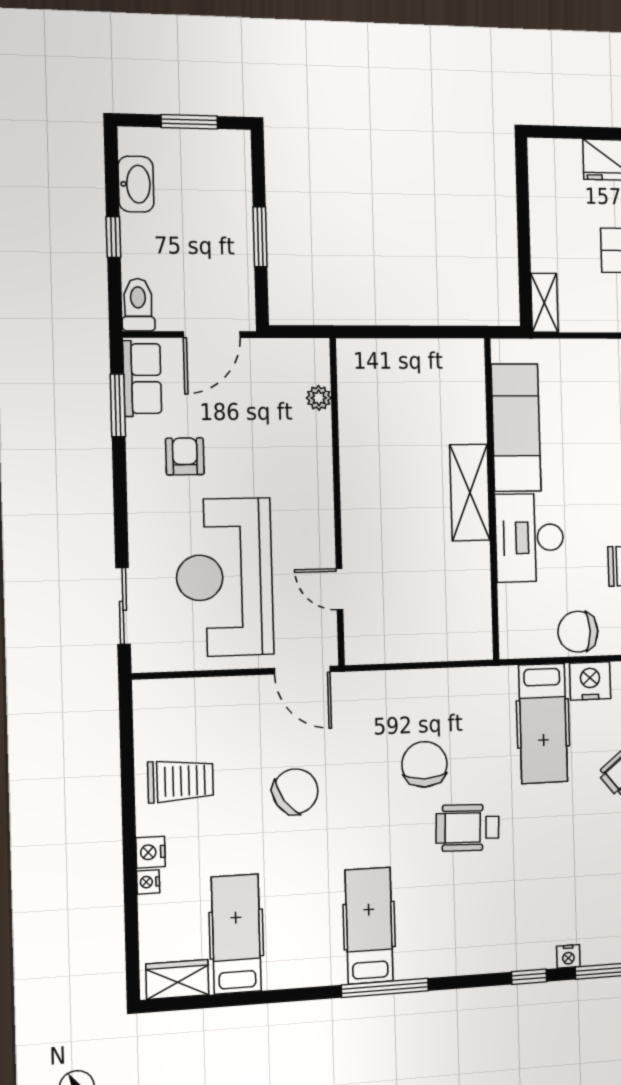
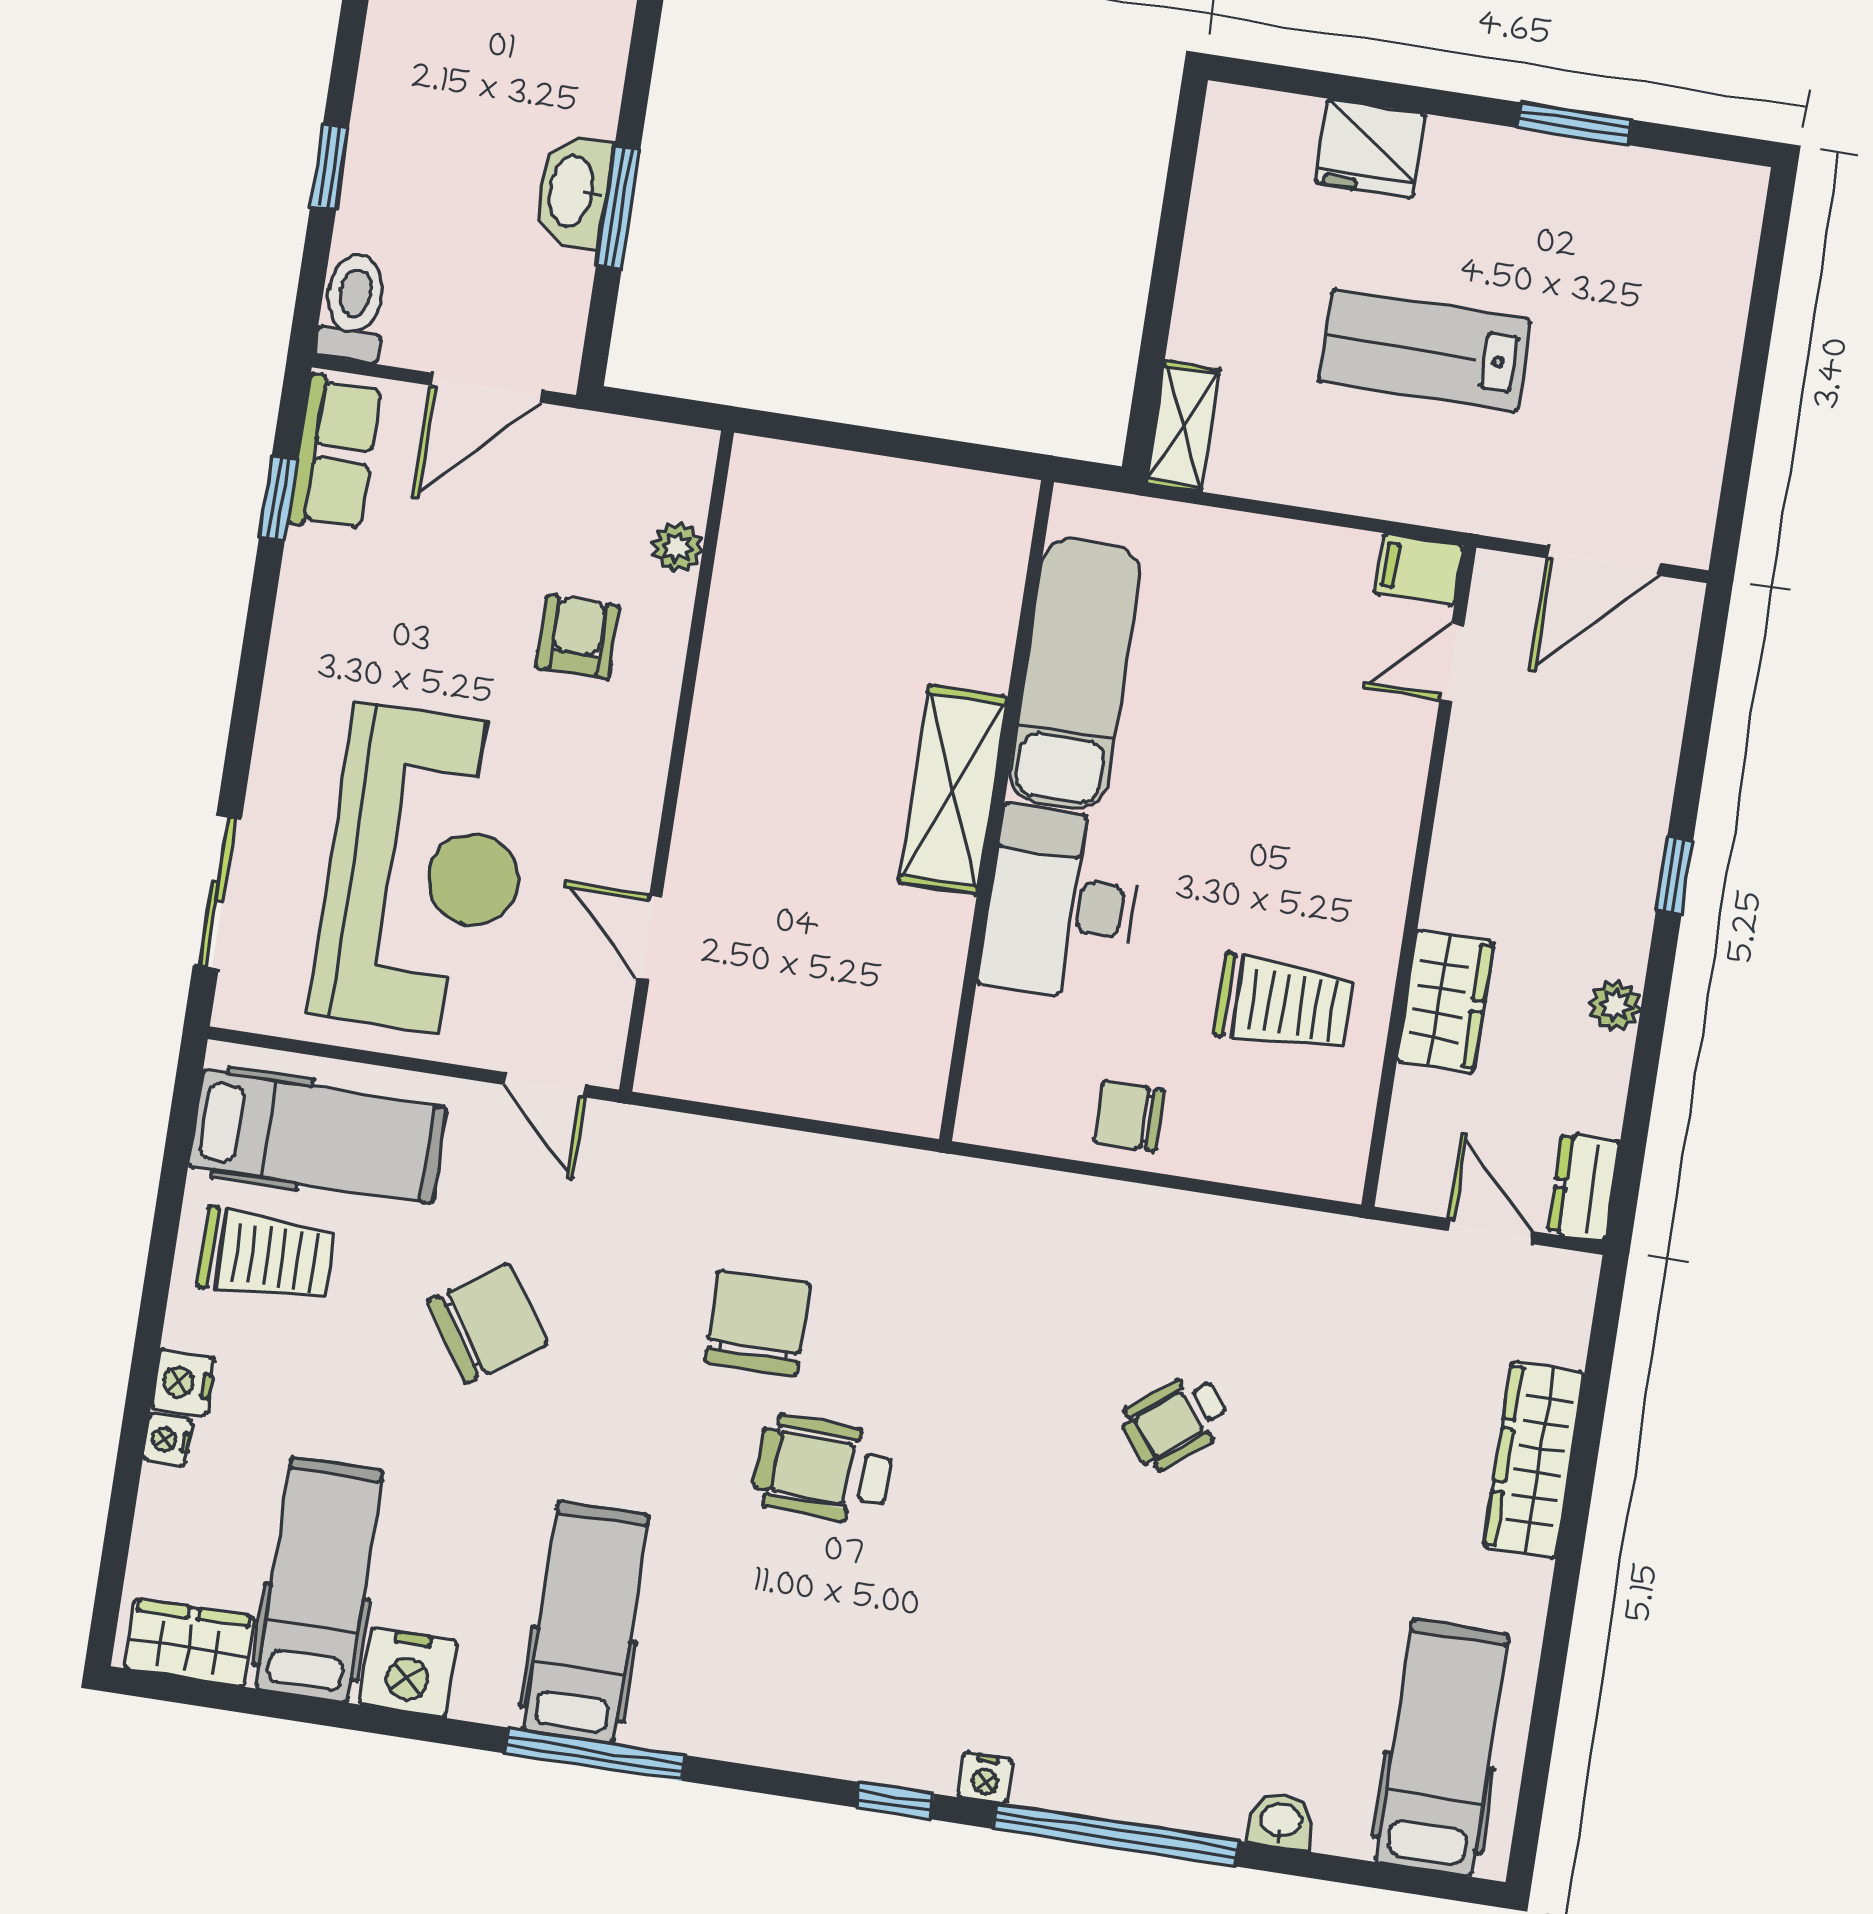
washbasin: (136, 184) -> (573, 191), moved, turned 180
window: (118, 405) -> (278, 498), width x0.67
armchair: (185, 456) -> (578, 637), moved
reception desk: (225, 577) -> (425, 872), turned 180
chair: (578, 632) -> (1129, 1116), width x0.73, depth x0.73
door: (302, 670) -> (545, 1085), width x0.73
nightstand: (590, 681) -> (408, 1673), moved, turned 180
hospital bed: (543, 723) -> (317, 1137), moved, turned -90

